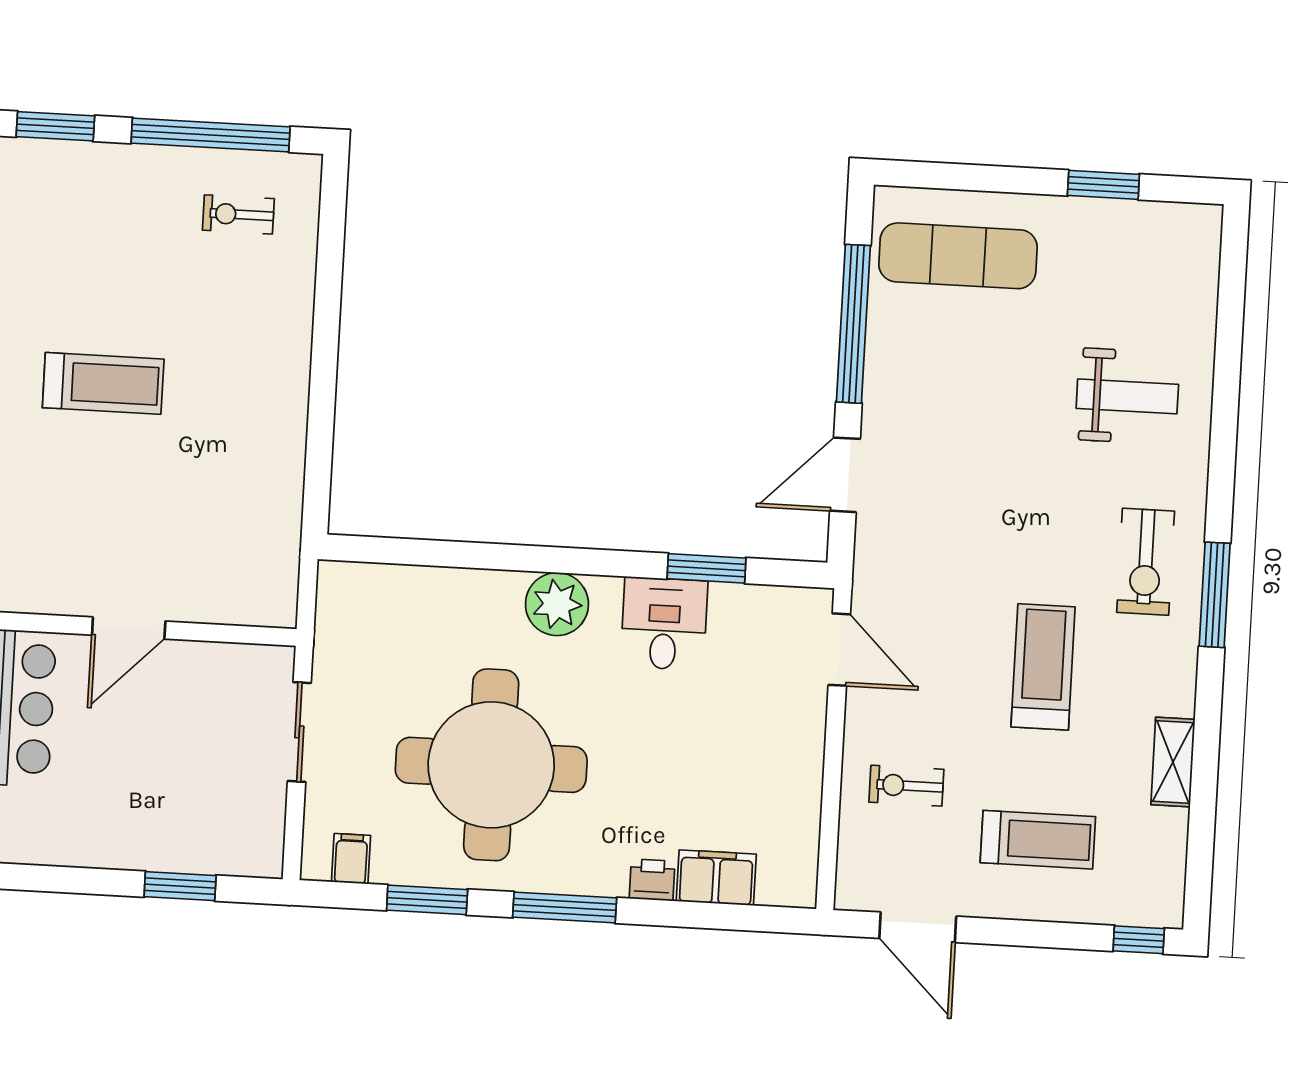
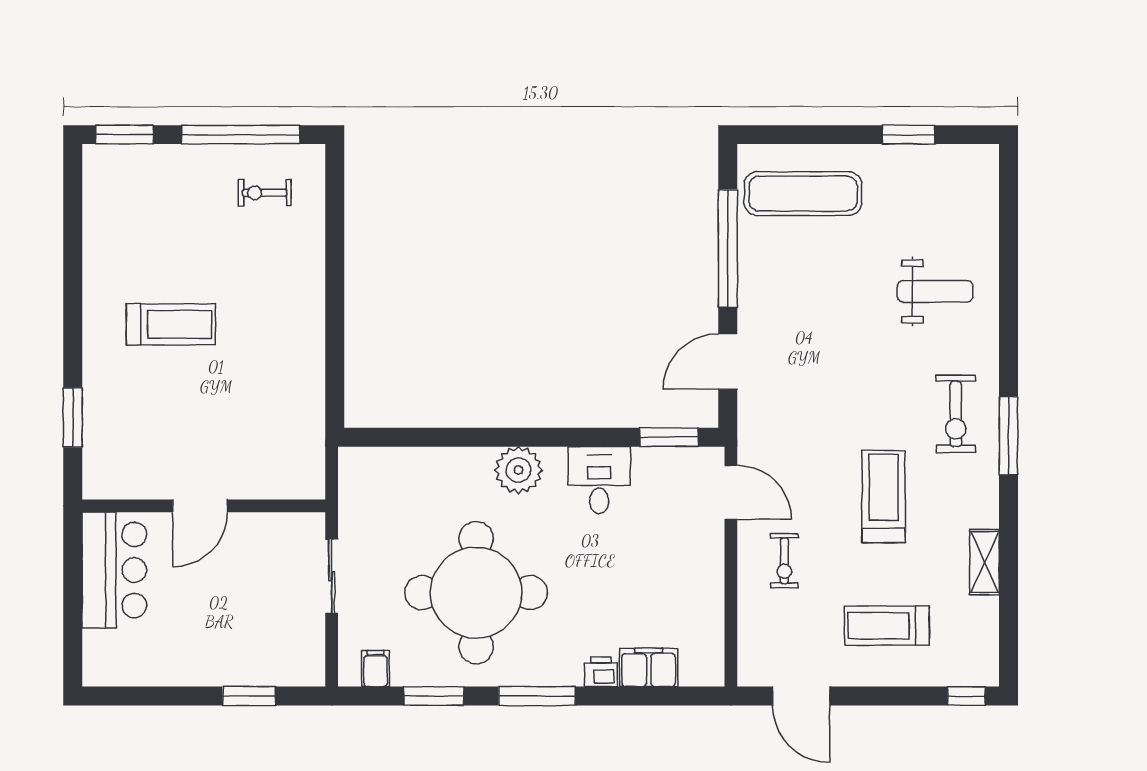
window: (707, 568) -> (669, 437), moved
exercise bike: (906, 786) -> (784, 561), moved, turned -90
treadmill: (1038, 840) -> (887, 626), turned 180

